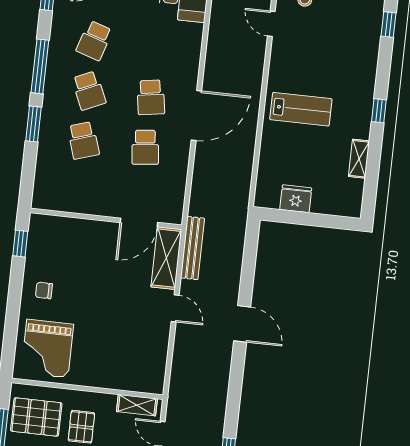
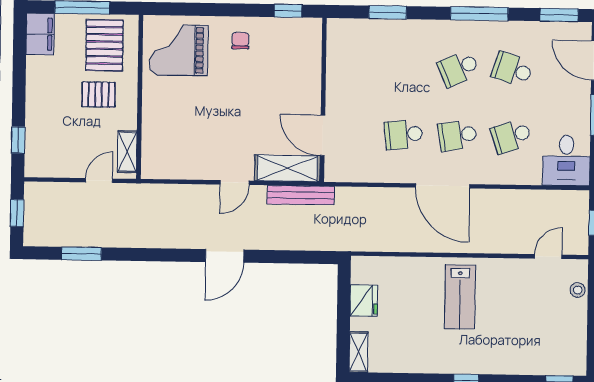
window: (34, 124) -> (388, 12), moved
school desk: (83, 140) -> (511, 136), moved
shelving: (359, 159) -> (359, 352), moved, turned 90

